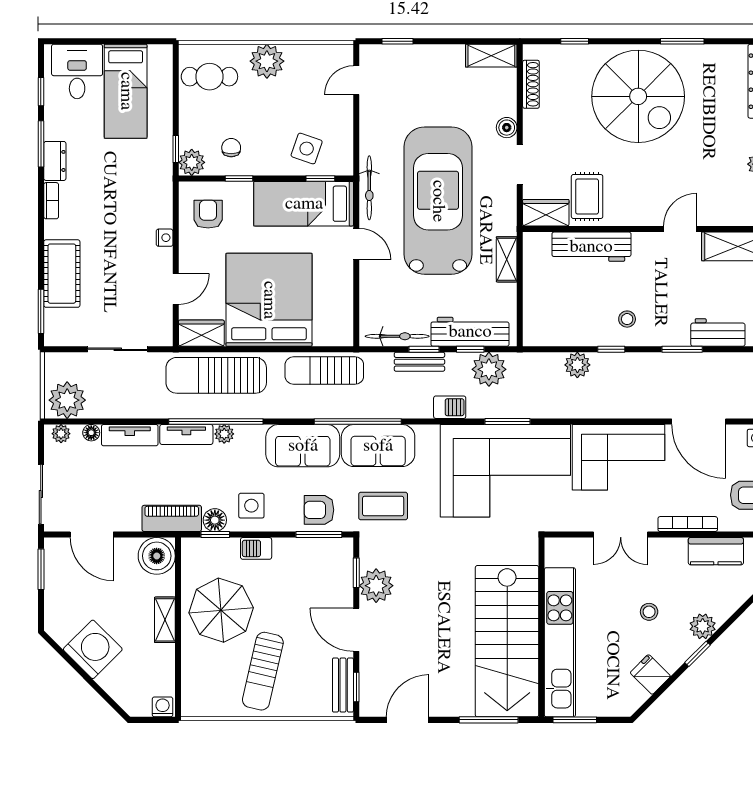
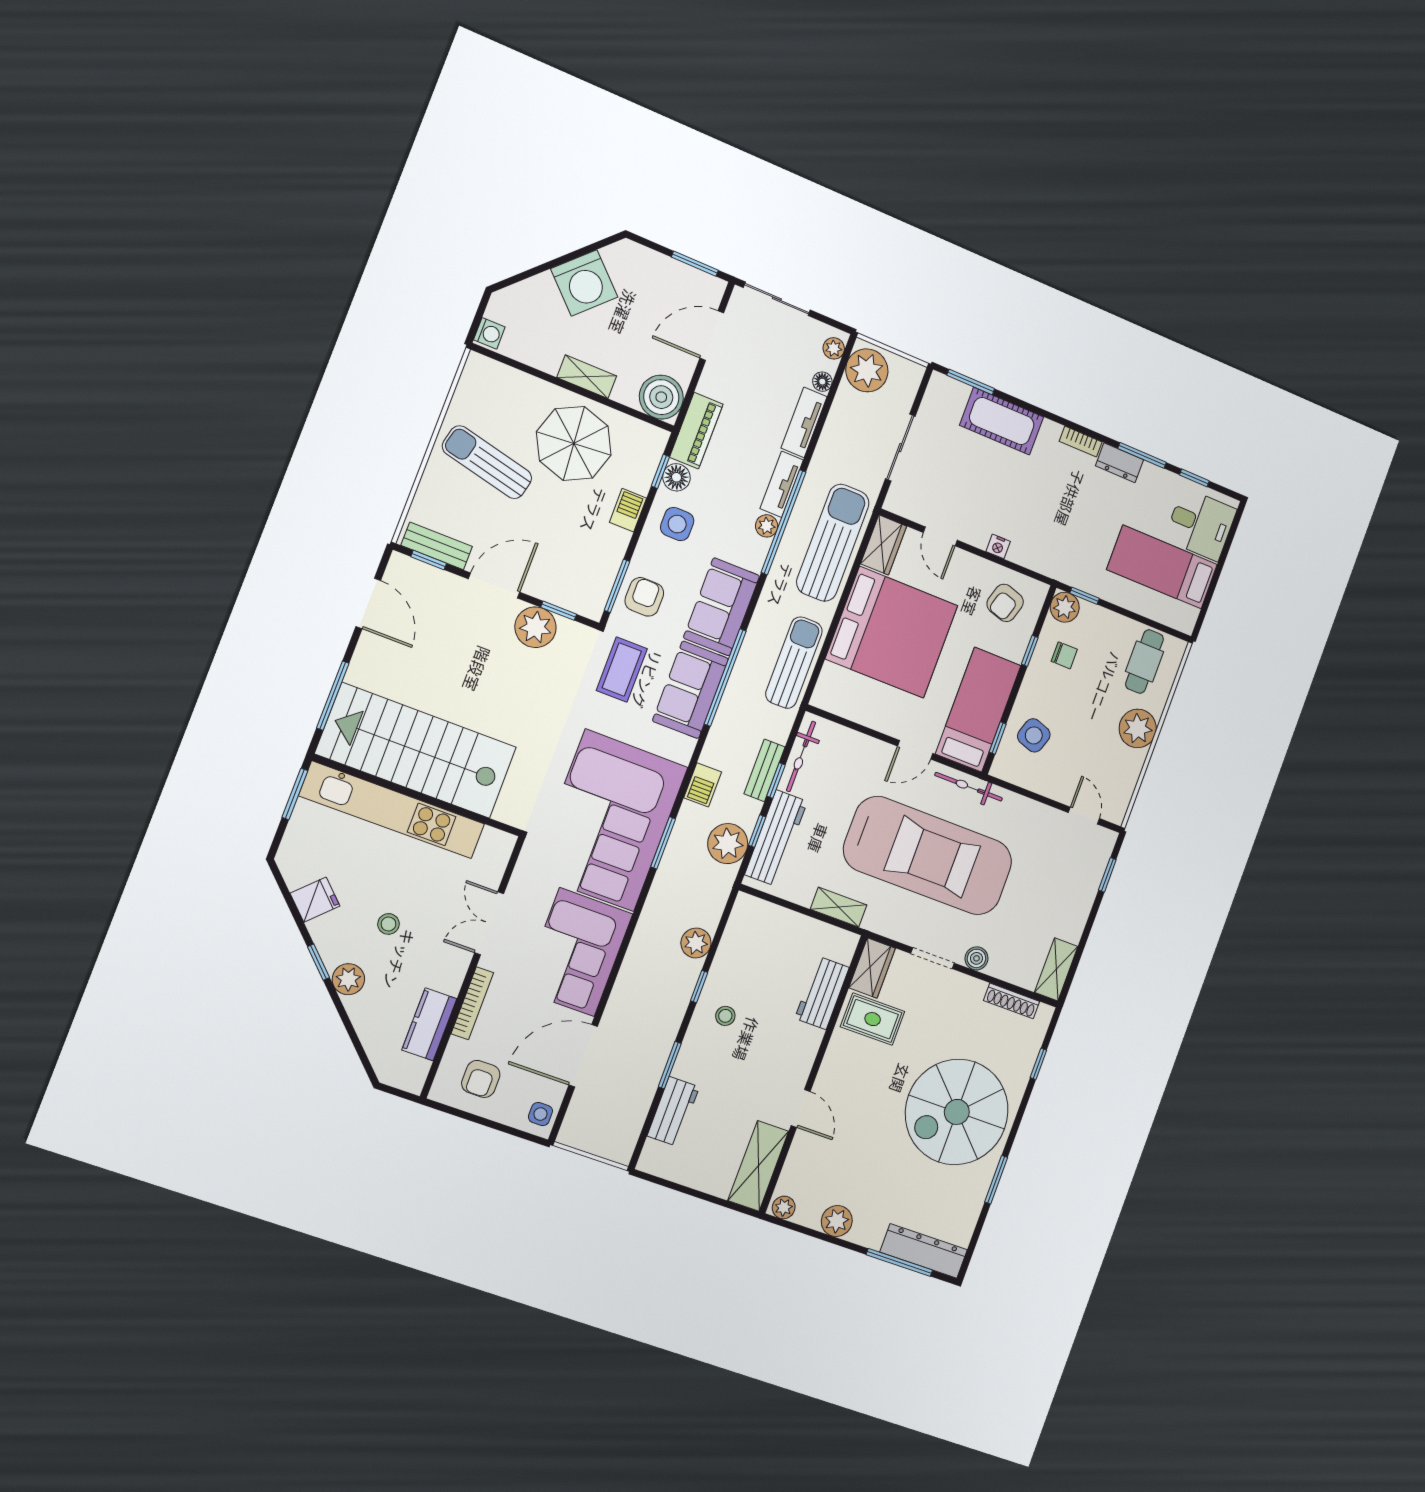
armchair: (208, 214) -> (1005, 603), turned 107
workbench: (591, 247) -> (822, 993), width x0.73

